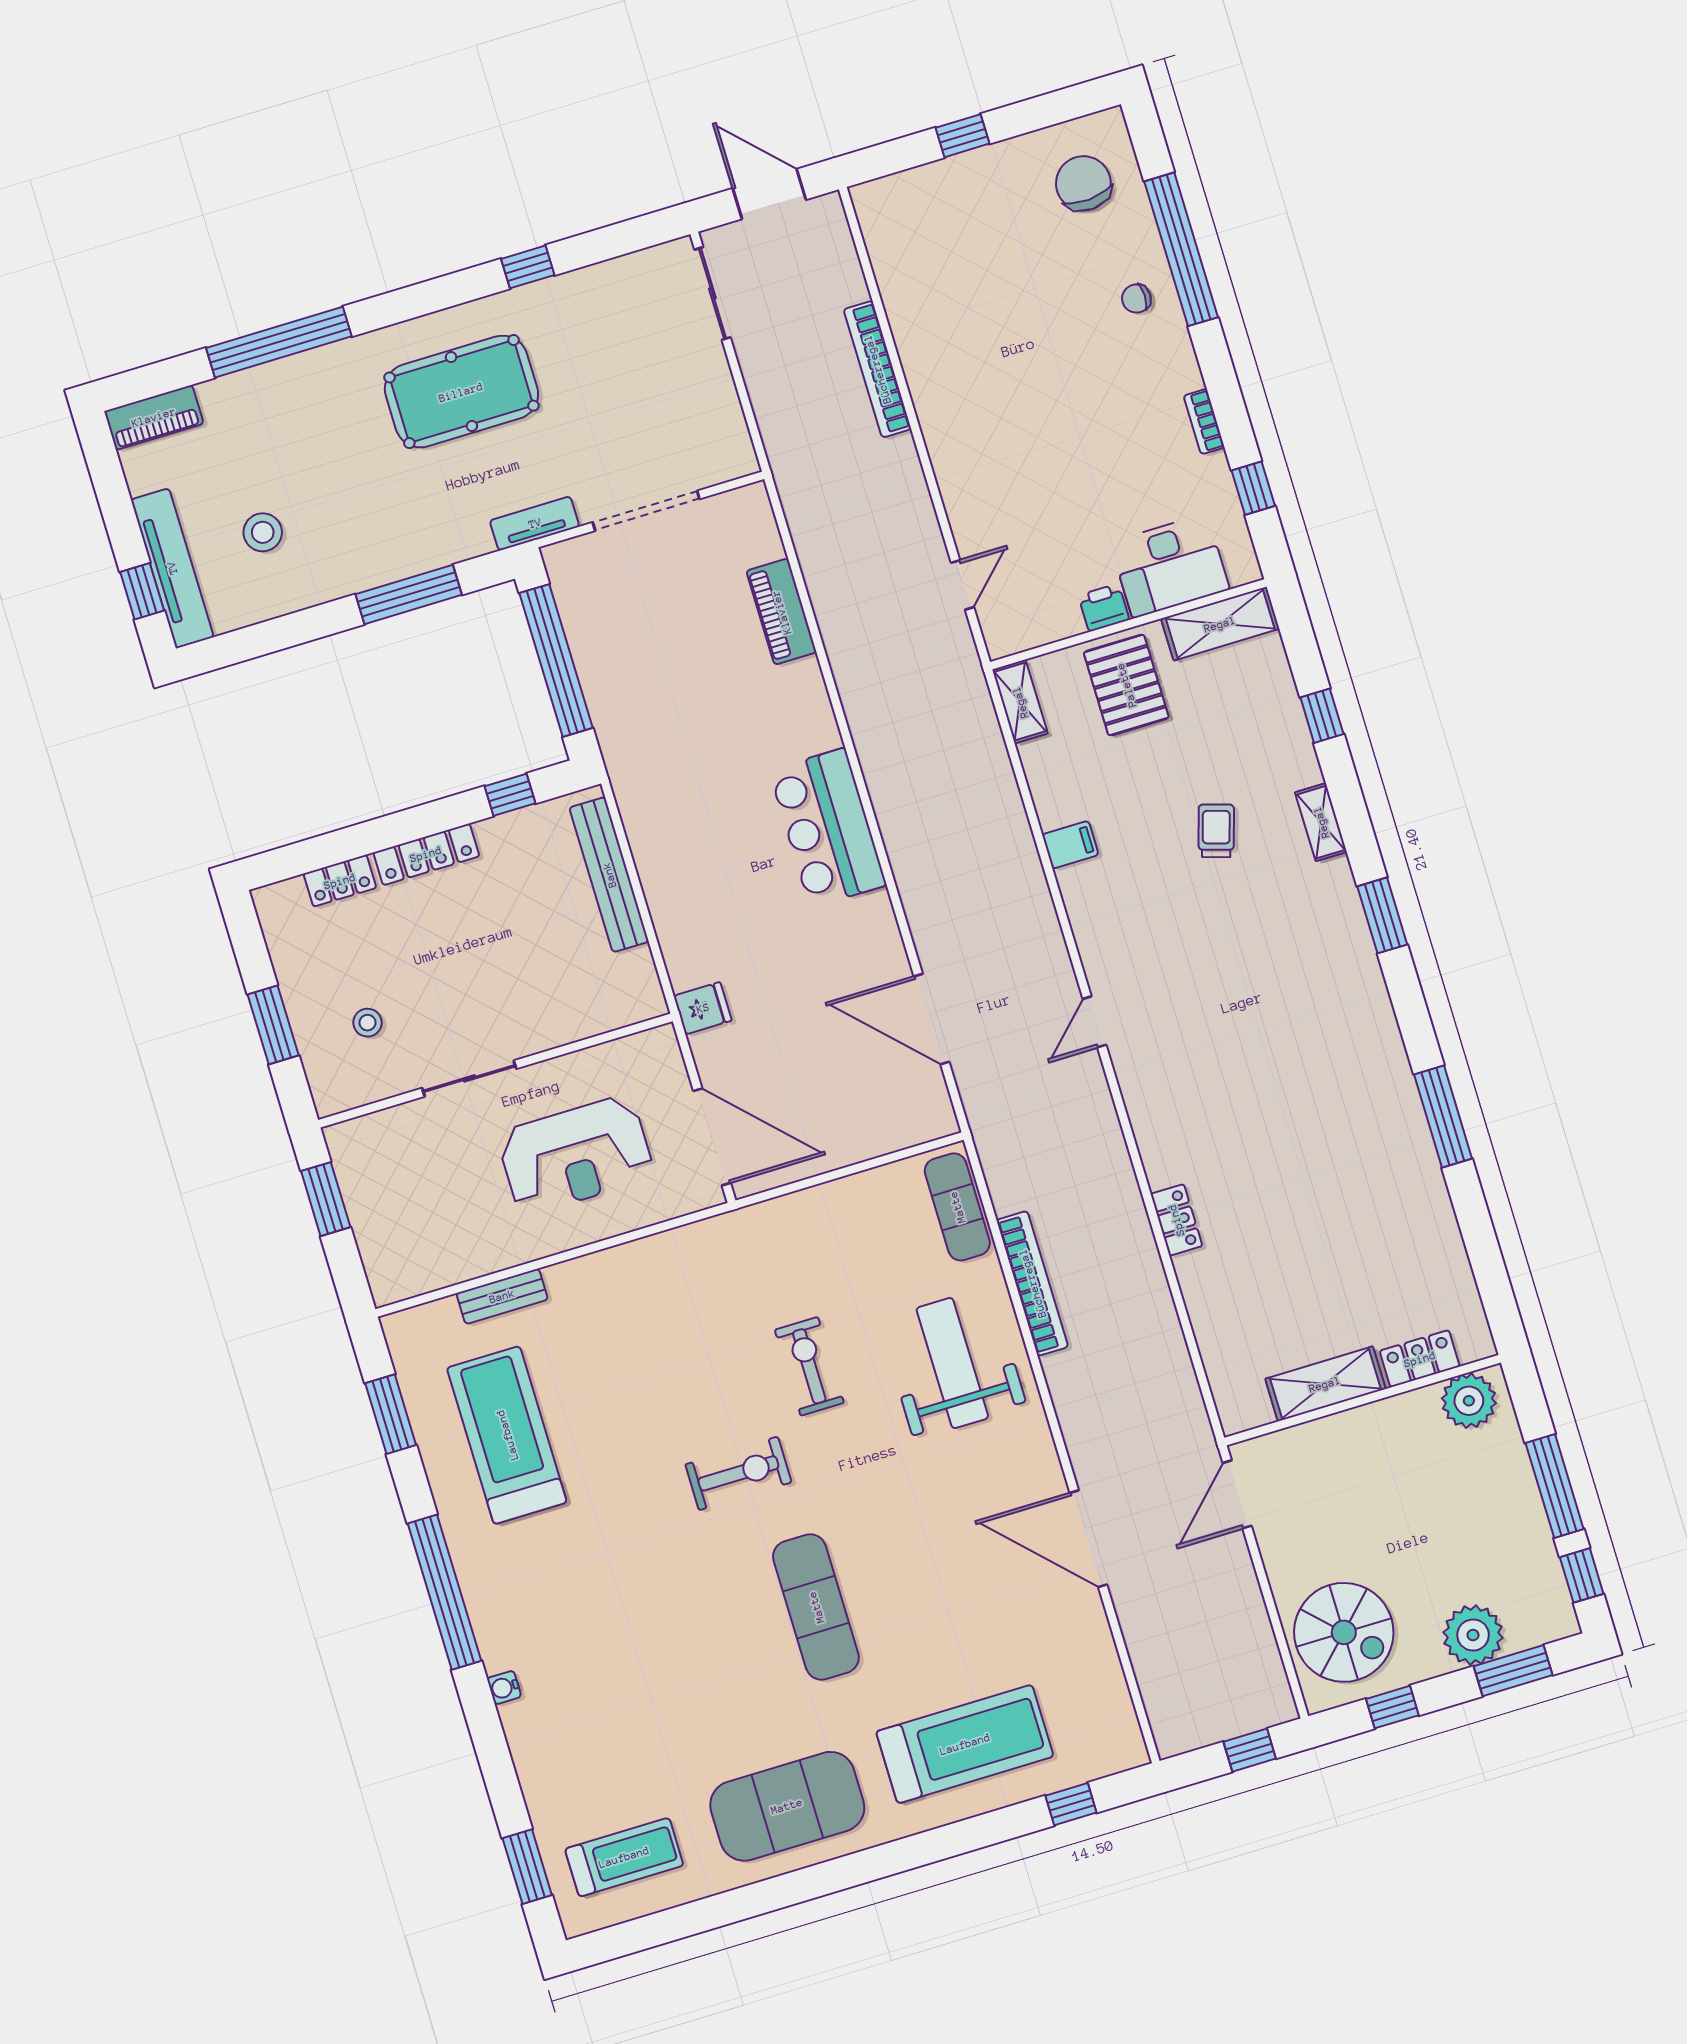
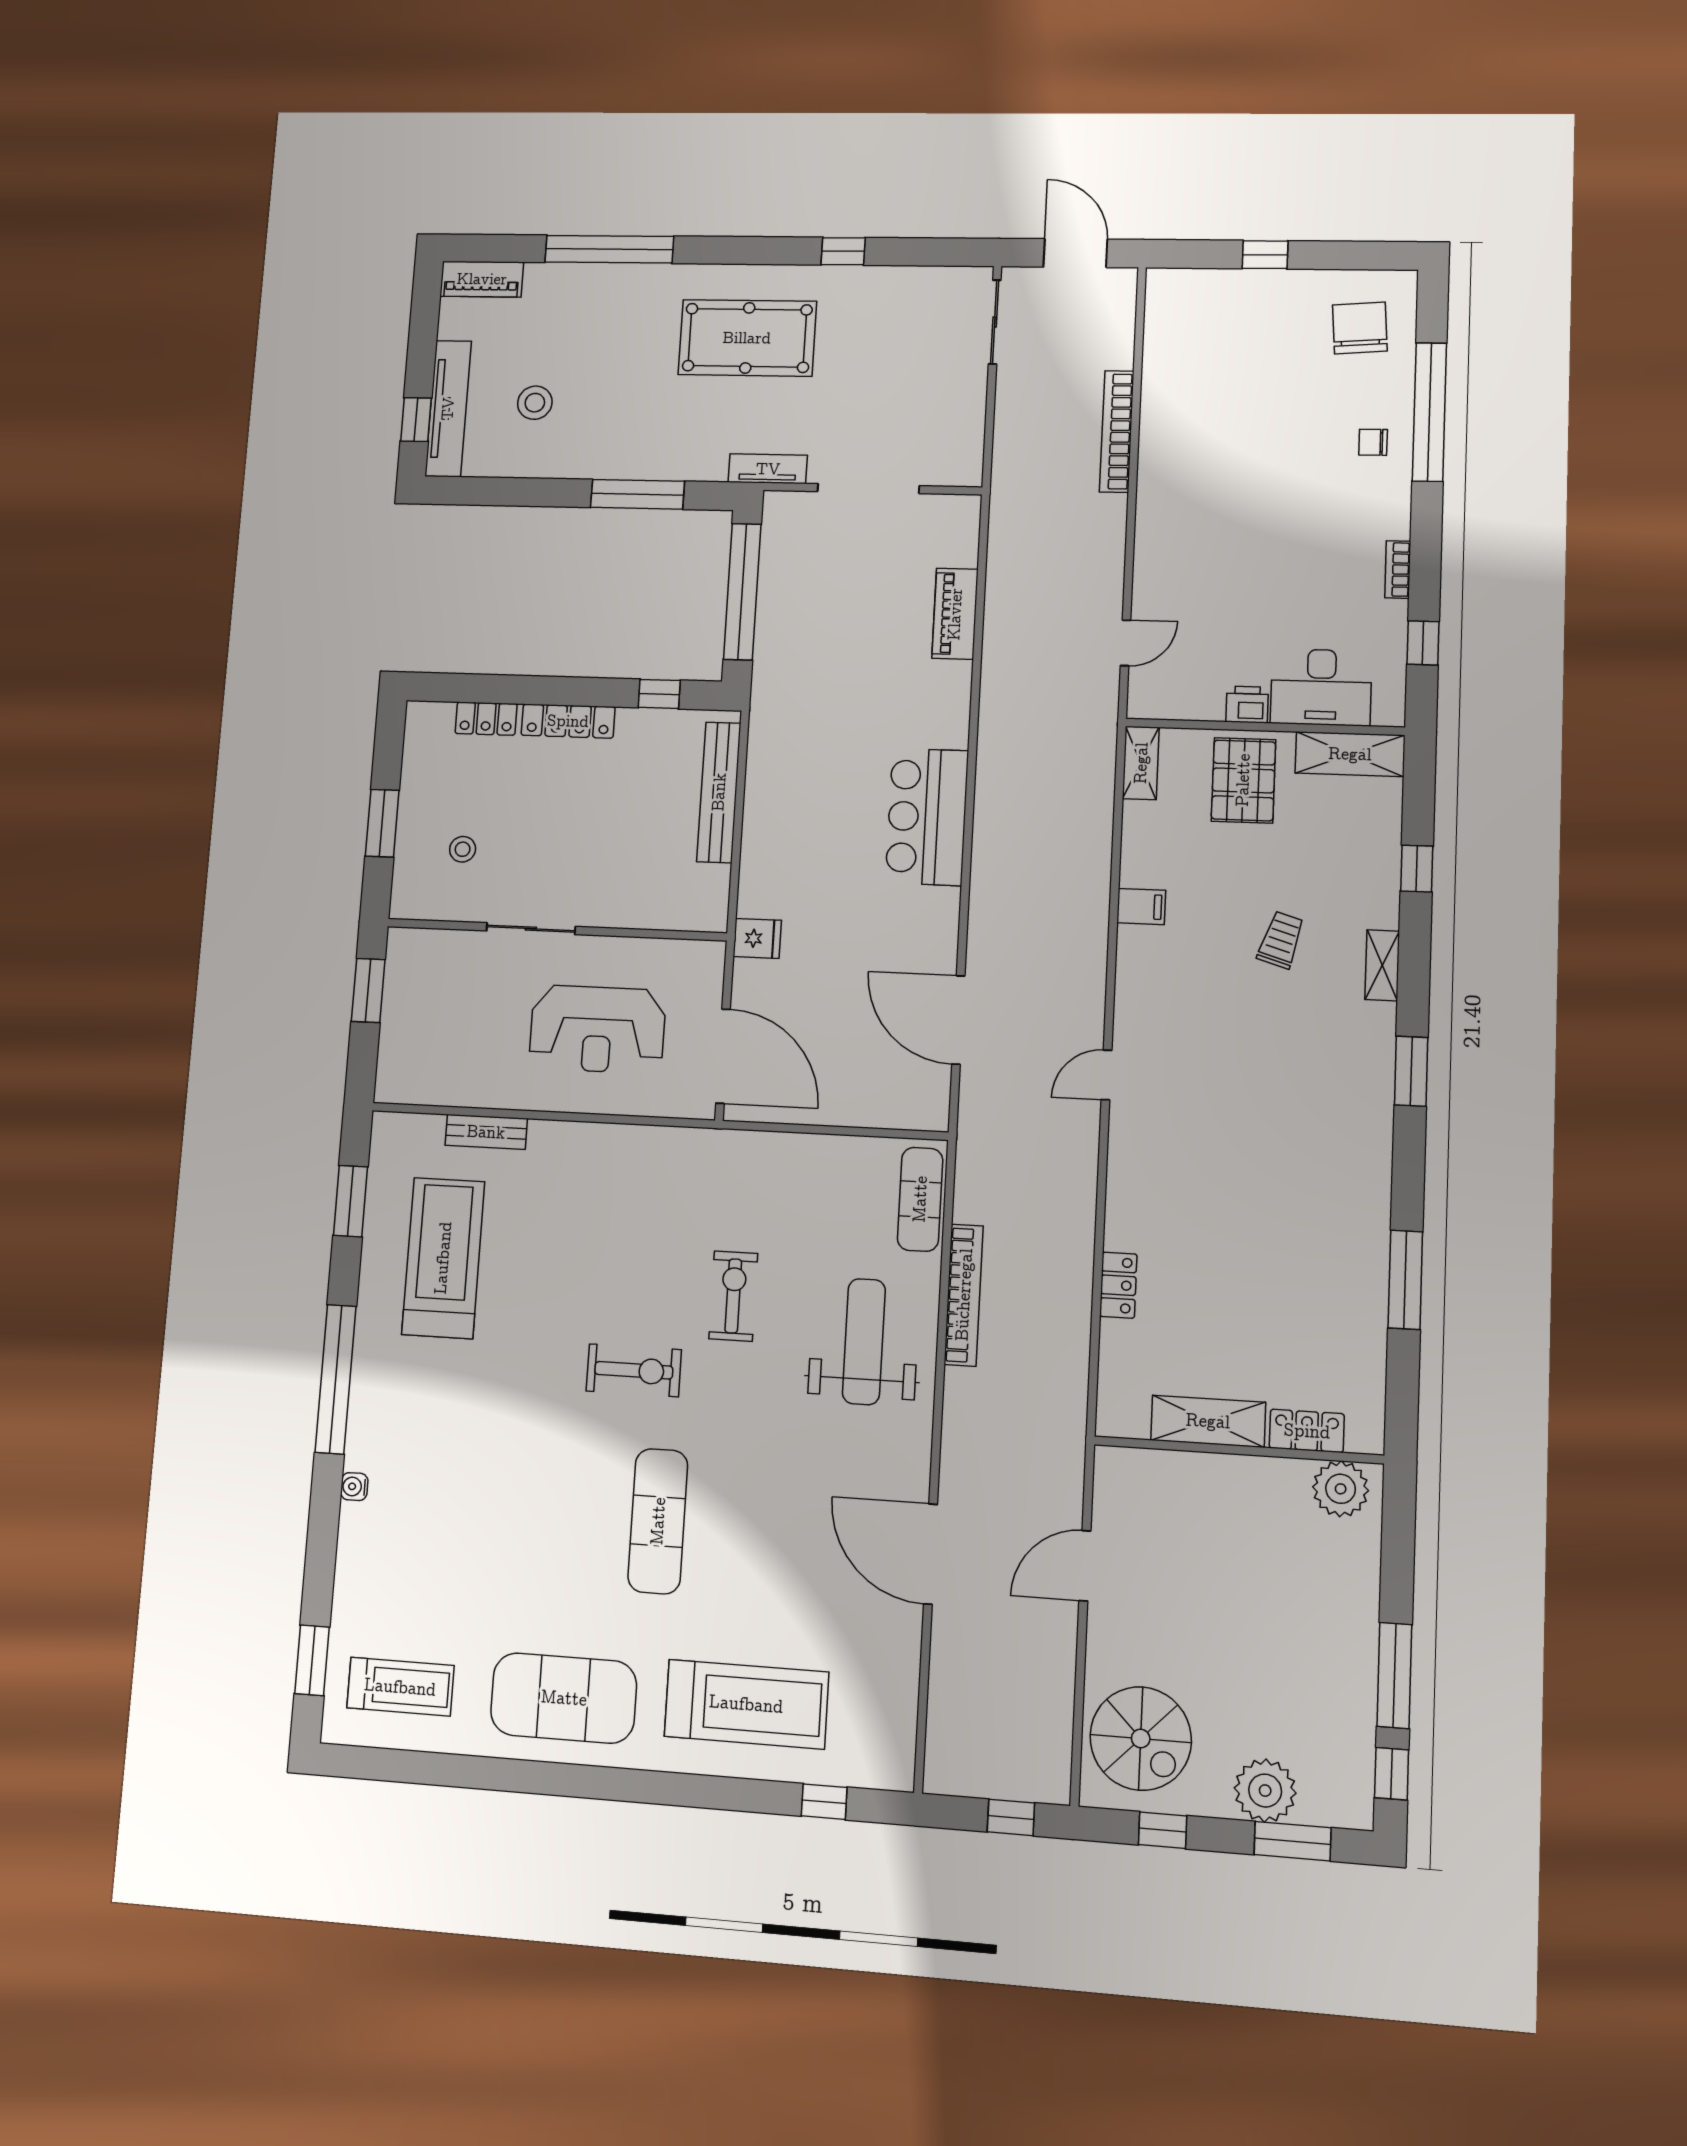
locker: (1420, 1359) -> (1307, 1431), moved
shelving: (1325, 1384) -> (1208, 1421), moved
wall: (1363, 1400) -> (1238, 1450), moved
plant: (1469, 1401) -> (1341, 1489), moved

